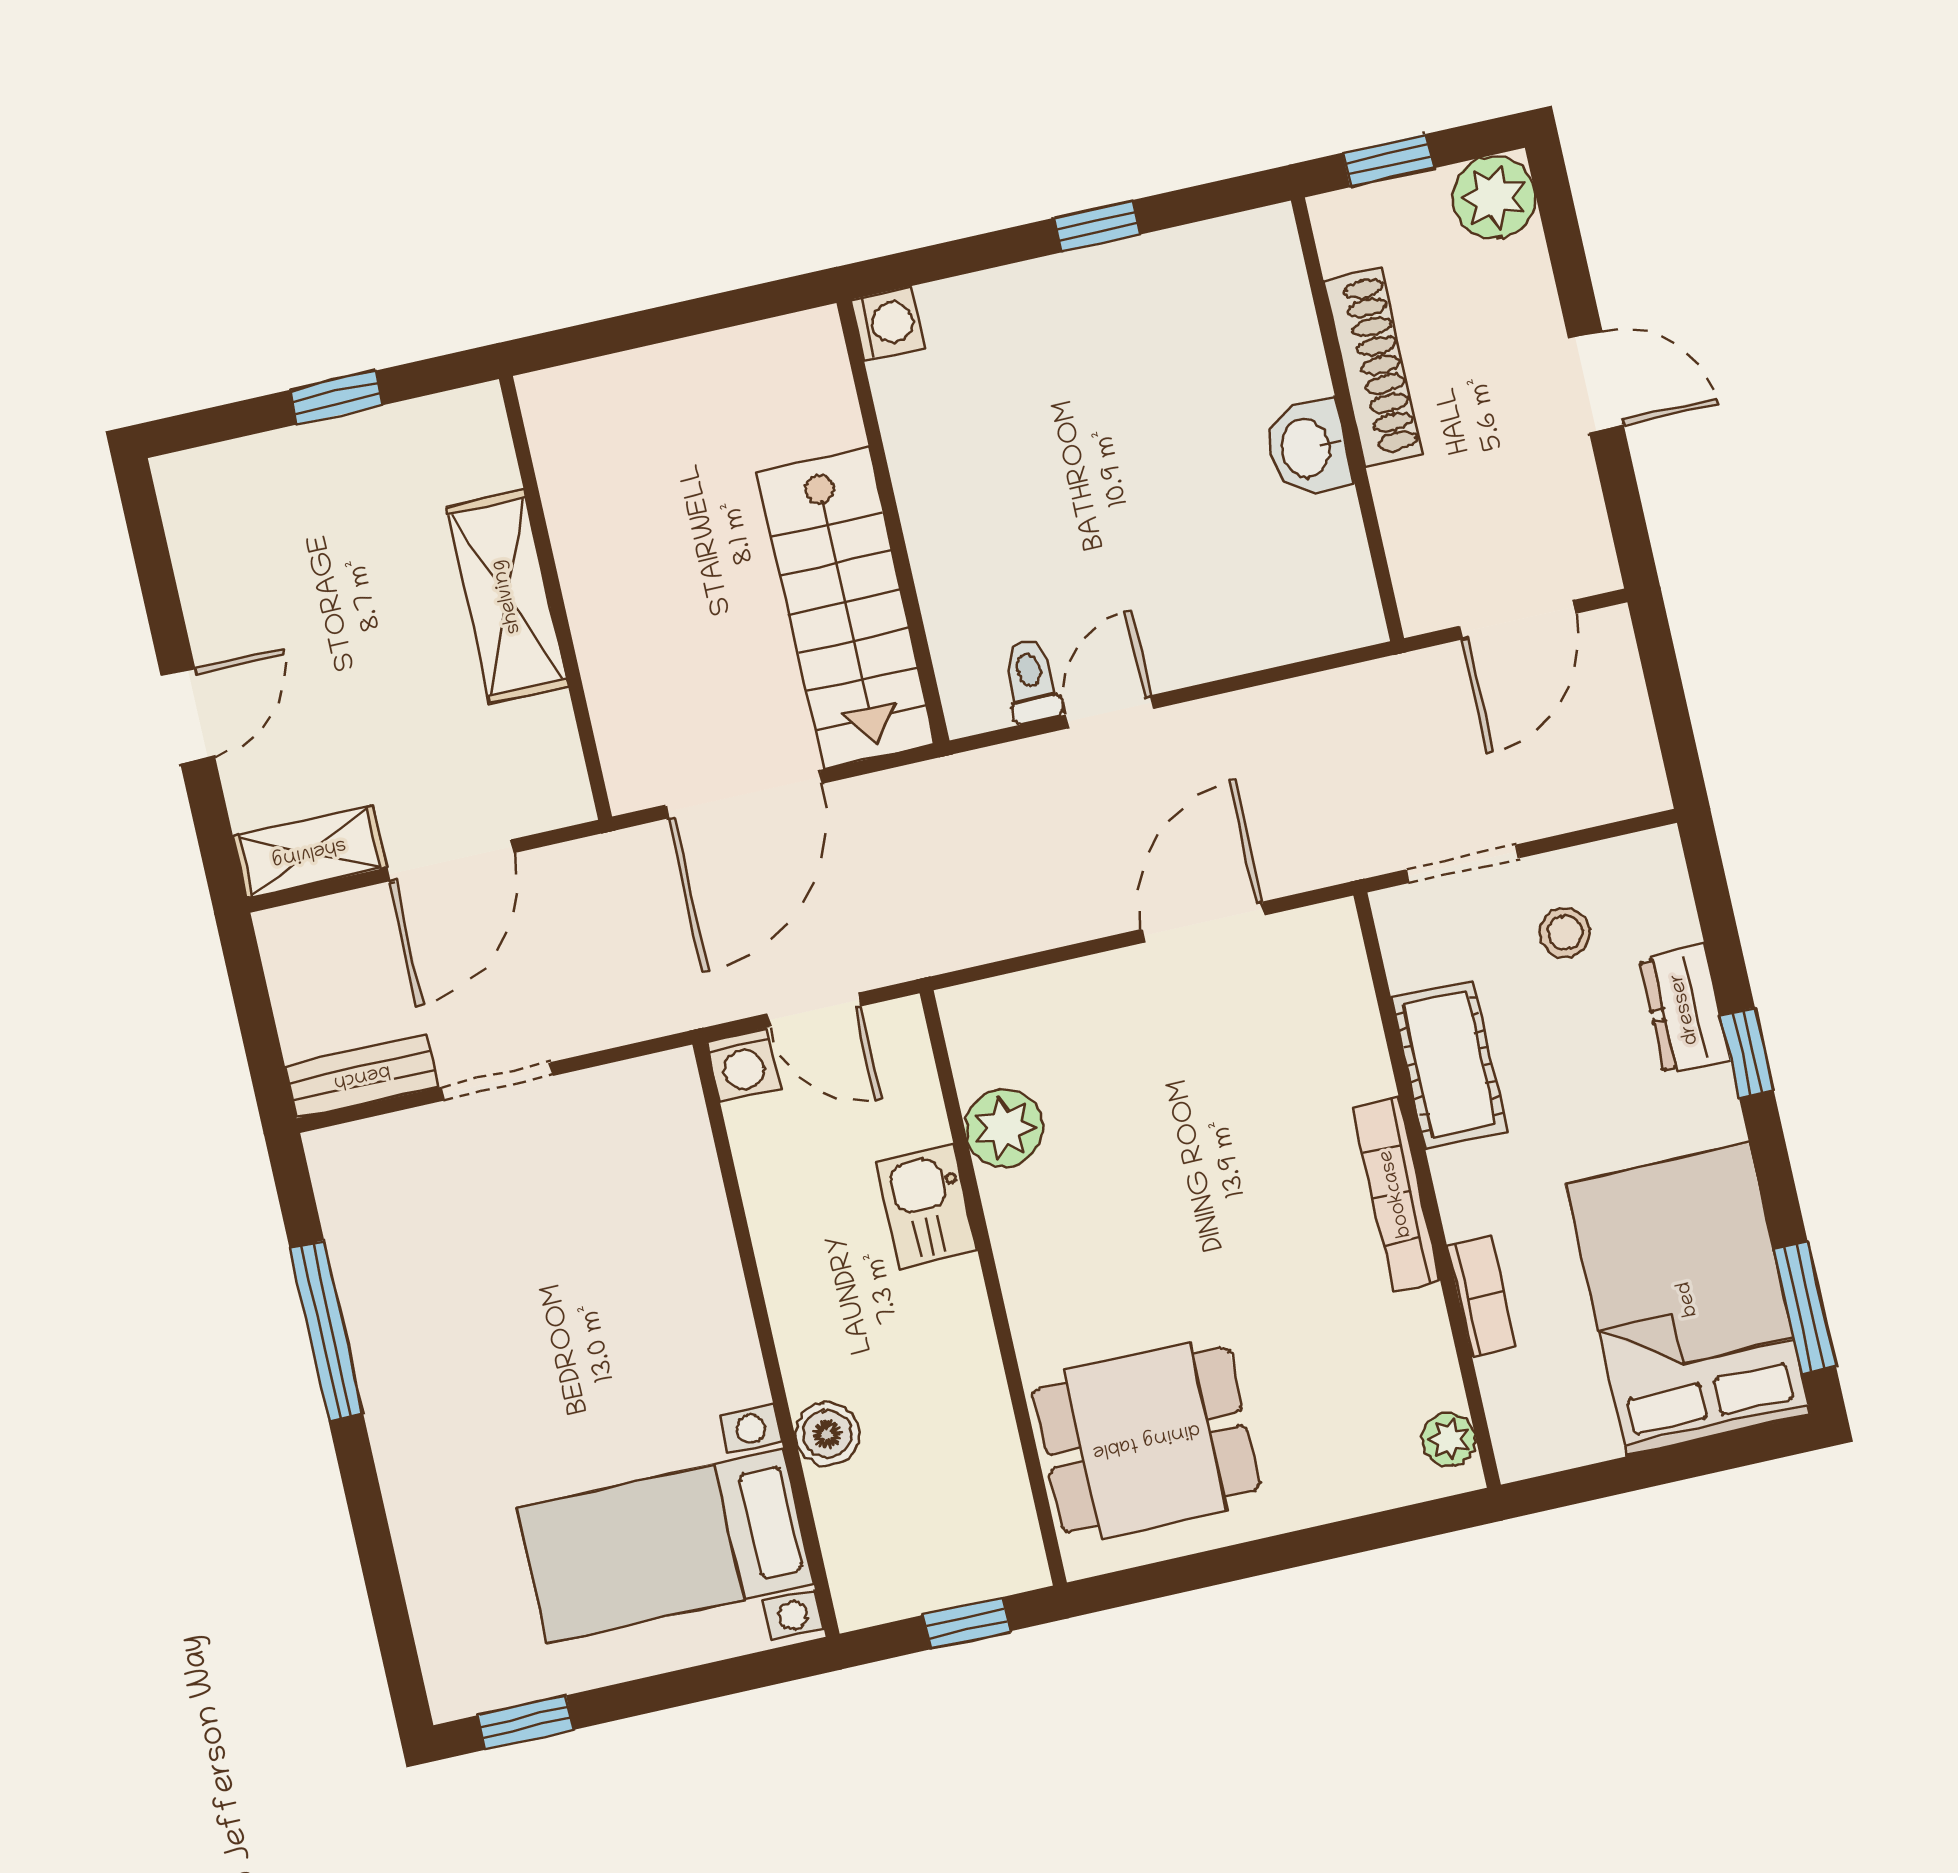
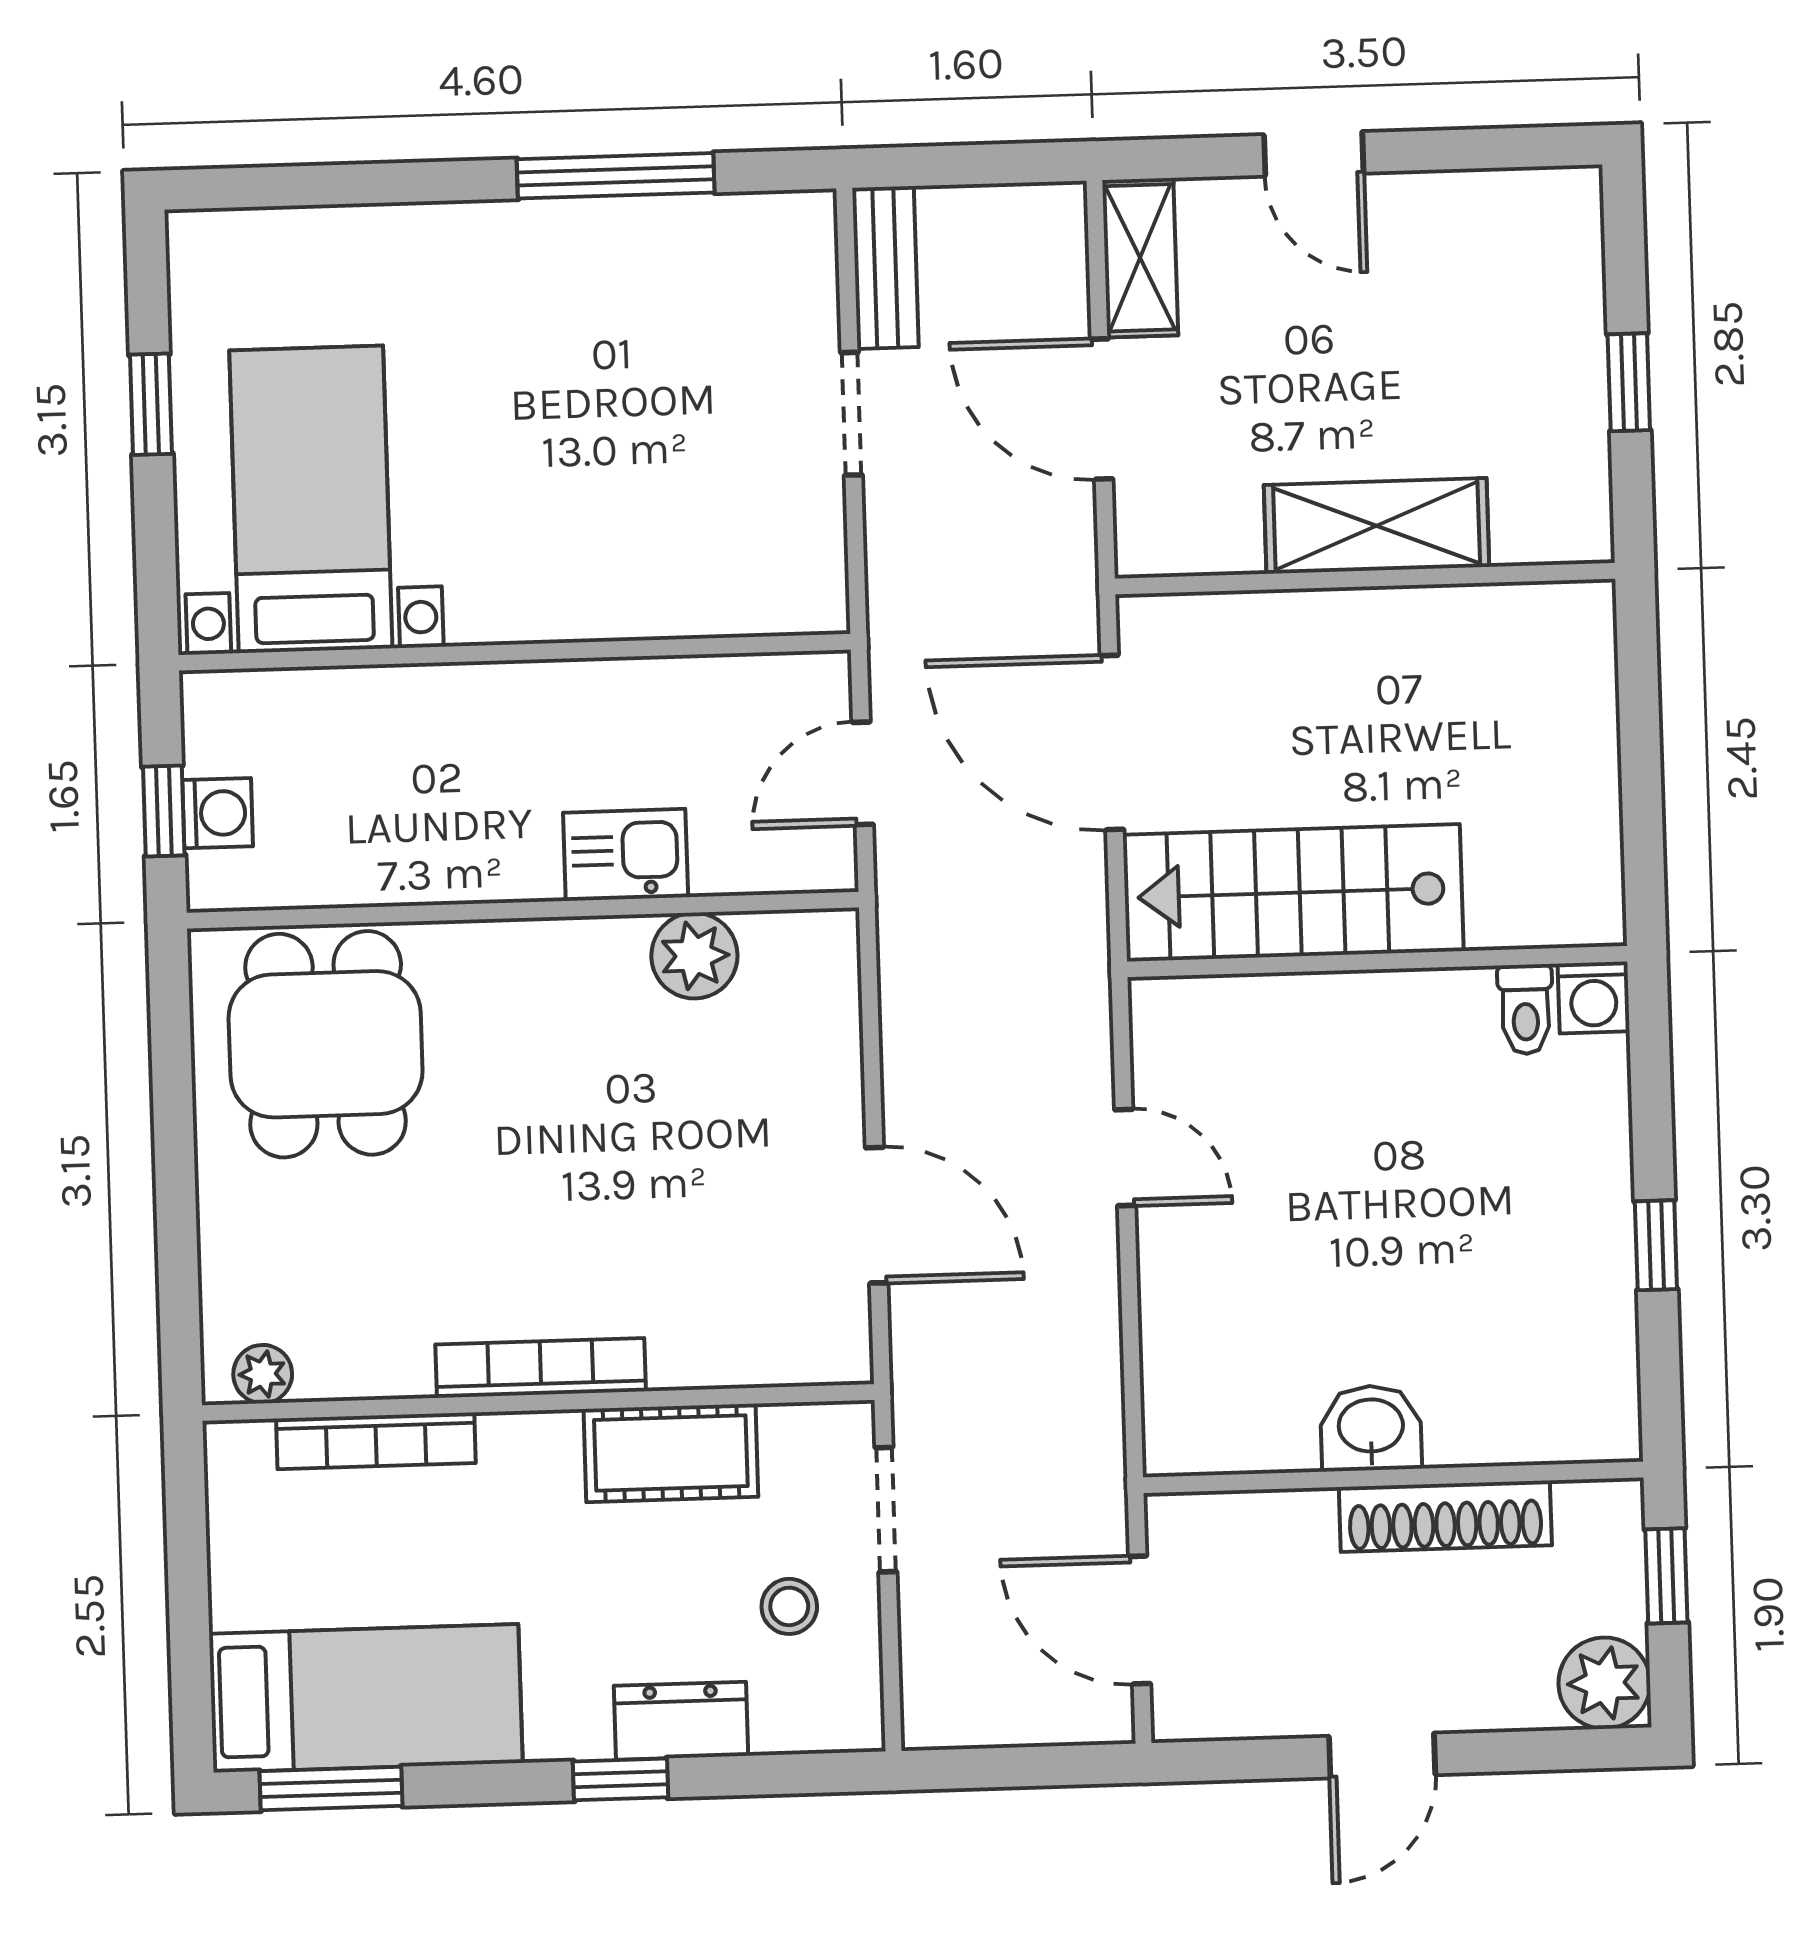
toilet: (1031, 681) -> (1525, 1009), moved, turned 90
washing machine: (743, 1065) -> (218, 813), moved, turned 180
bookcase: (1482, 1296) -> (376, 1441), width x1.56
bed: (1688, 1299) -> (366, 1698), width x0.67
boiler: (827, 1434) -> (398, 699), removed
window: (526, 1722) -> (151, 404), moved

